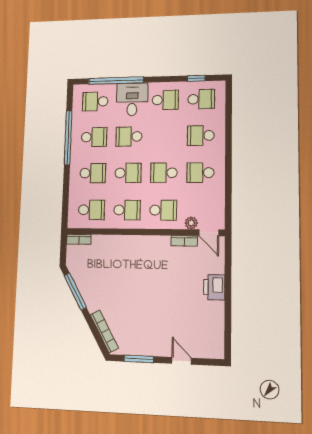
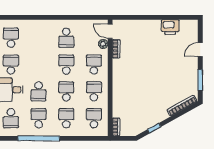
school desk: (201, 136) -> (39, 38), removed
school desk: (164, 173) -> (66, 65), turned 180
door: (209, 233) -> (110, 31), swing flipped
printer: (214, 287) -> (170, 27), moved
window: (75, 291) -> (154, 128), width x0.46

